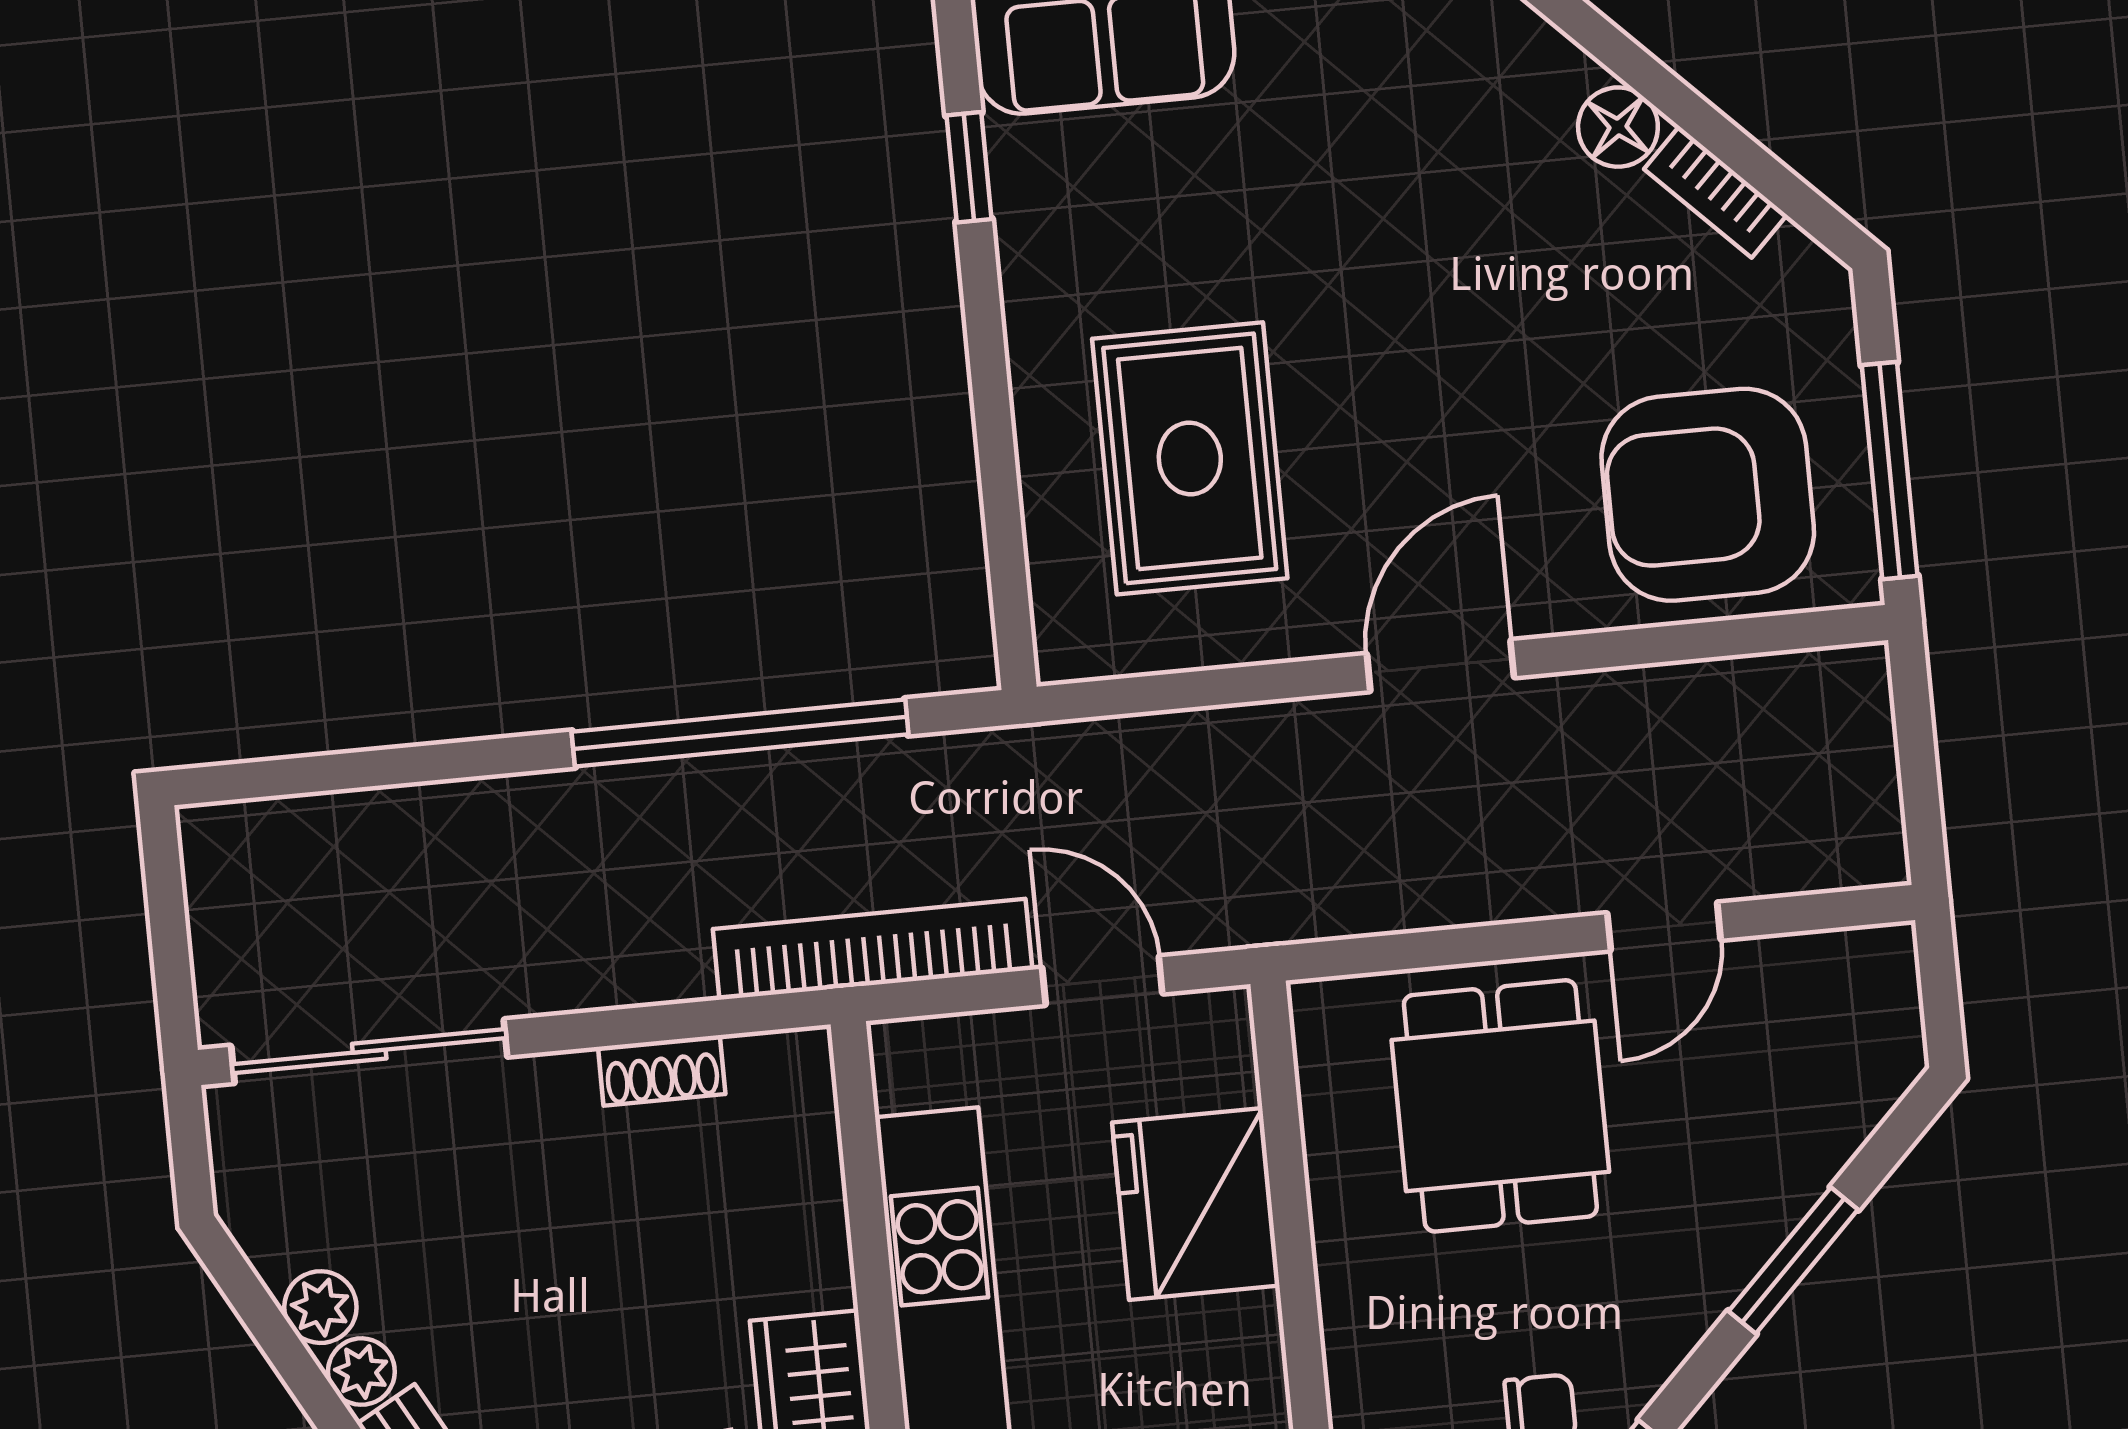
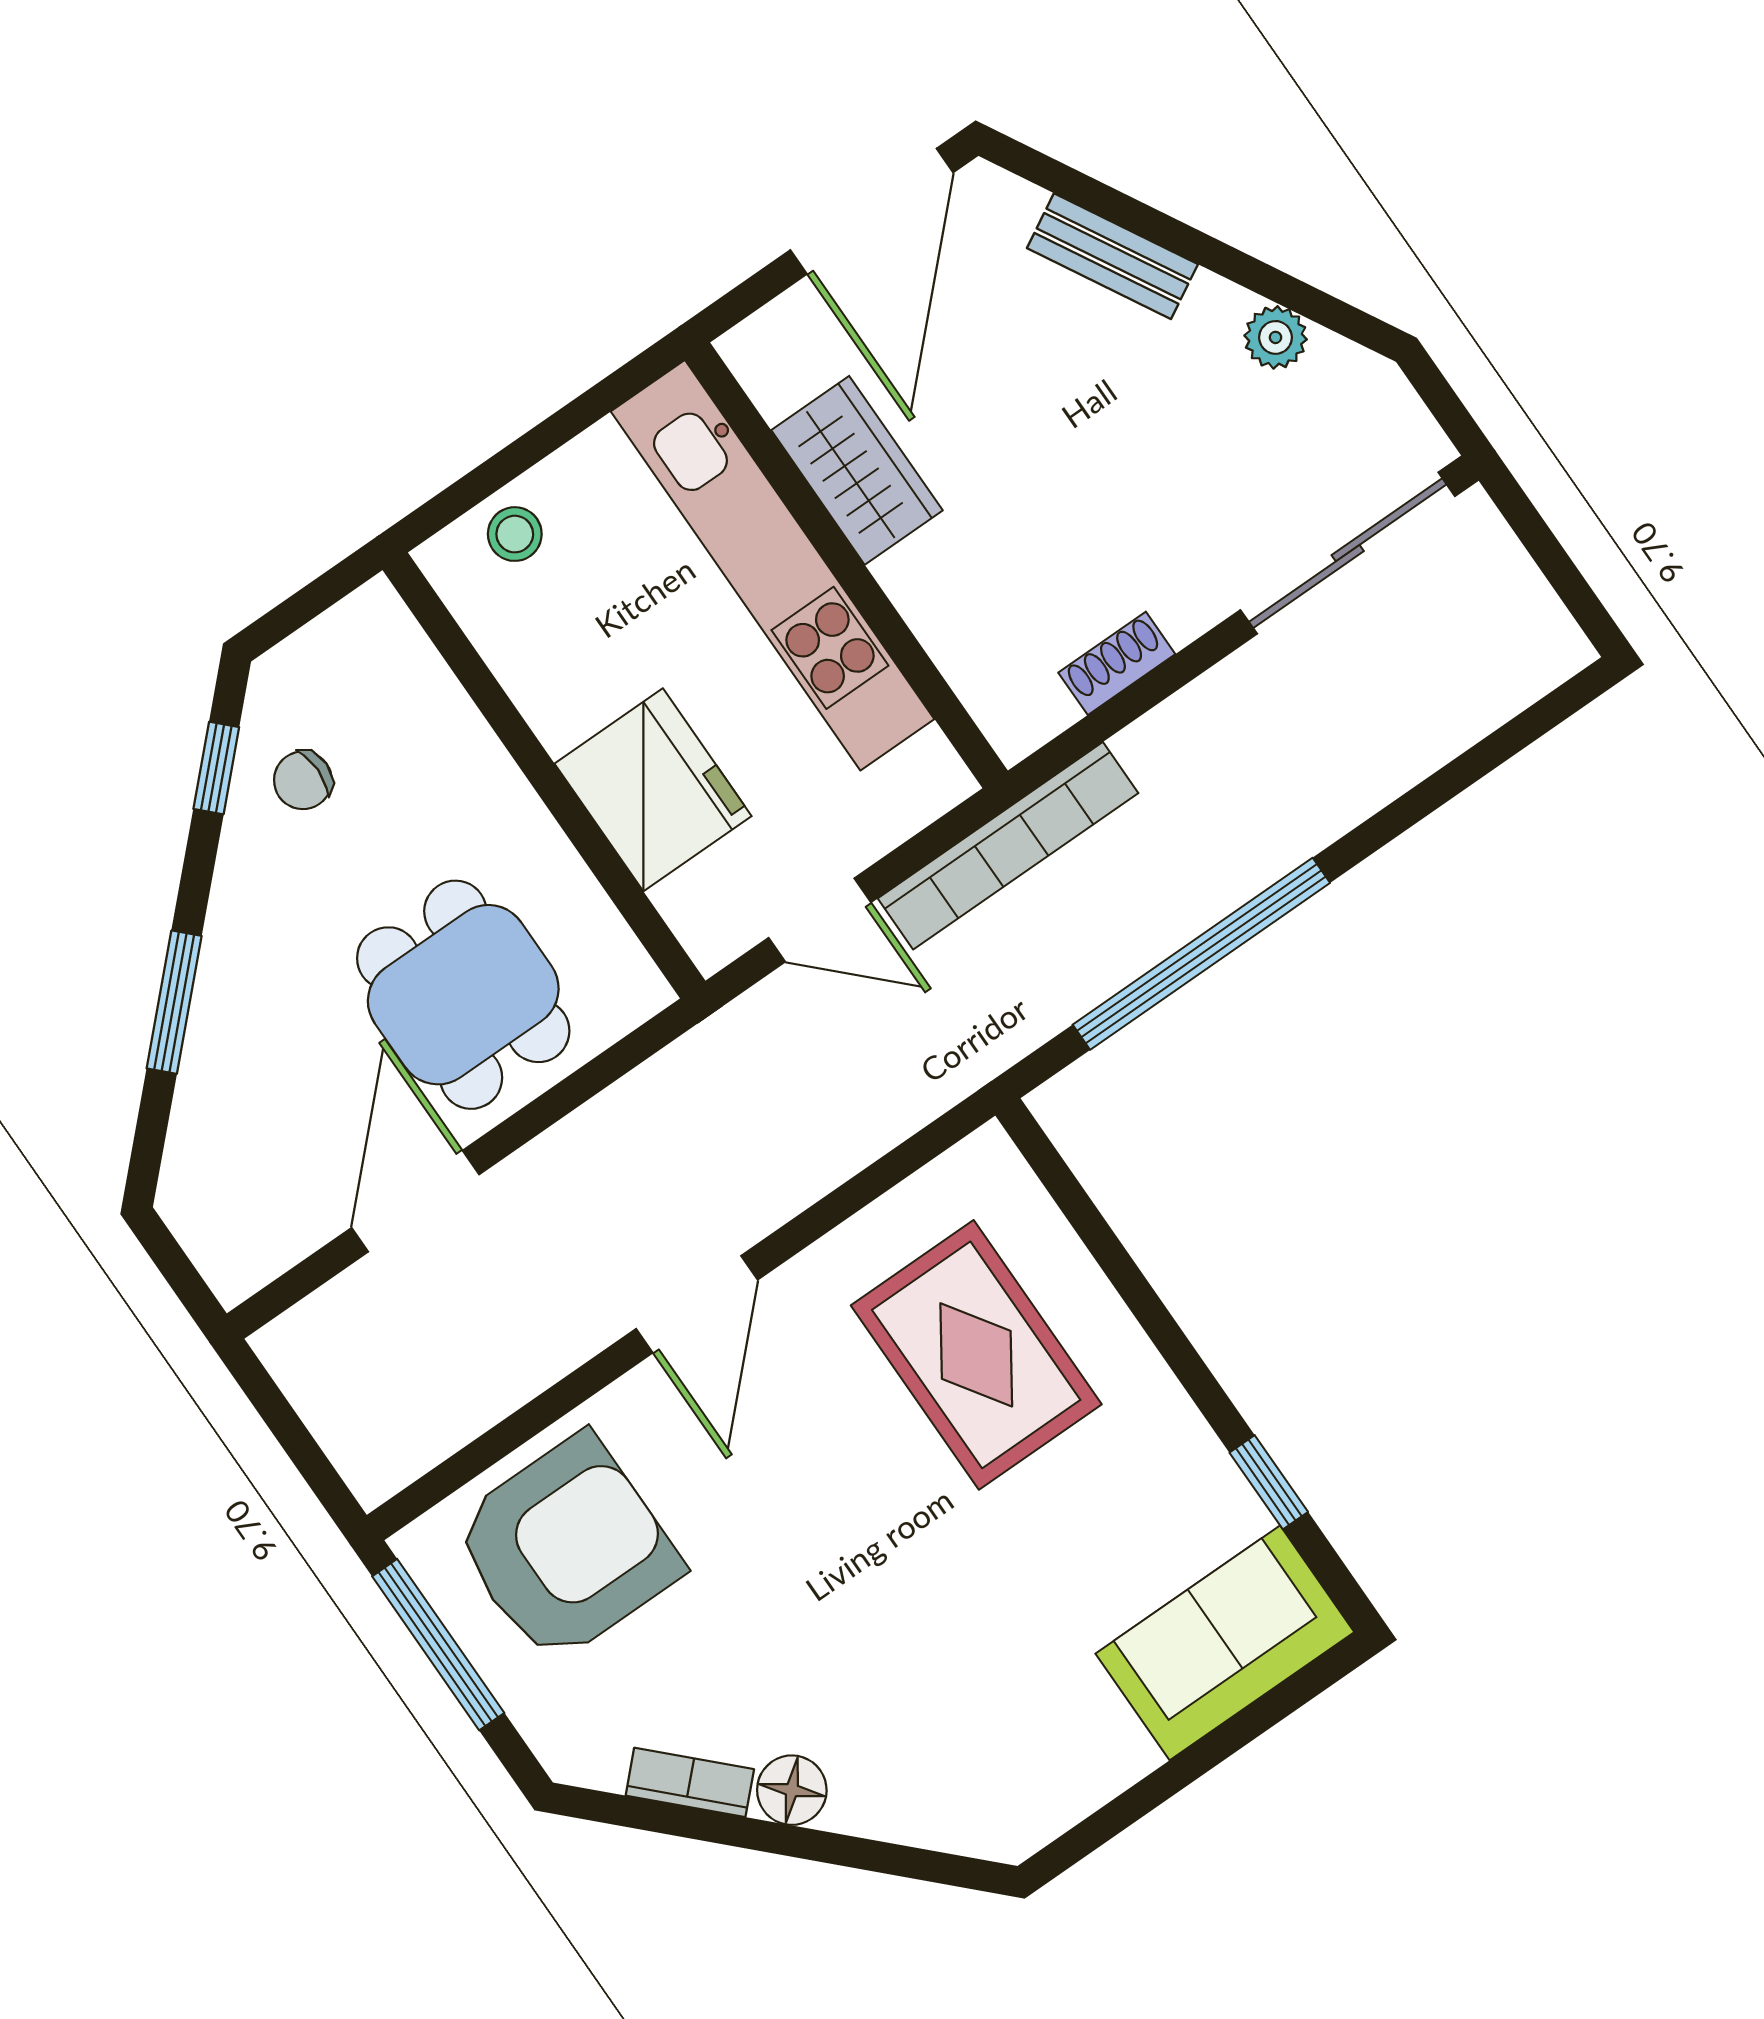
door: (1664, 926) -> (415, 1201), width x1.38
plant: (361, 1372) -> (1217, 306), removed

